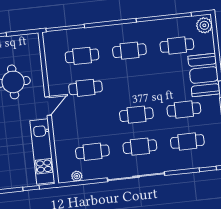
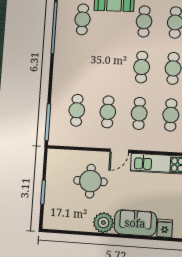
cafe table: (129, 51) -> (139, 113), moved
door: (48, 106) -> (119, 151), swing flipped

